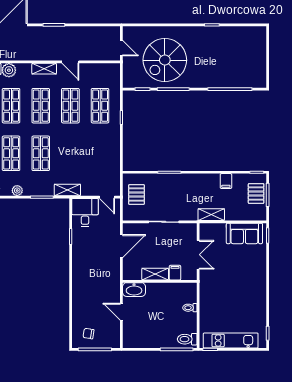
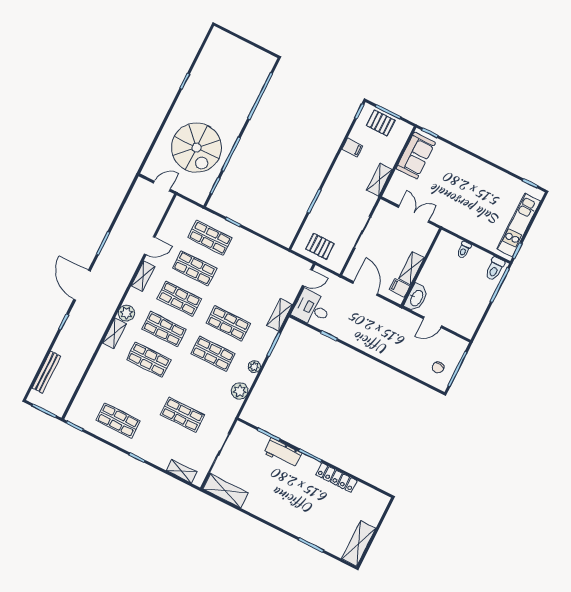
filing cabinet: (175, 273) -> (400, 288), moved

